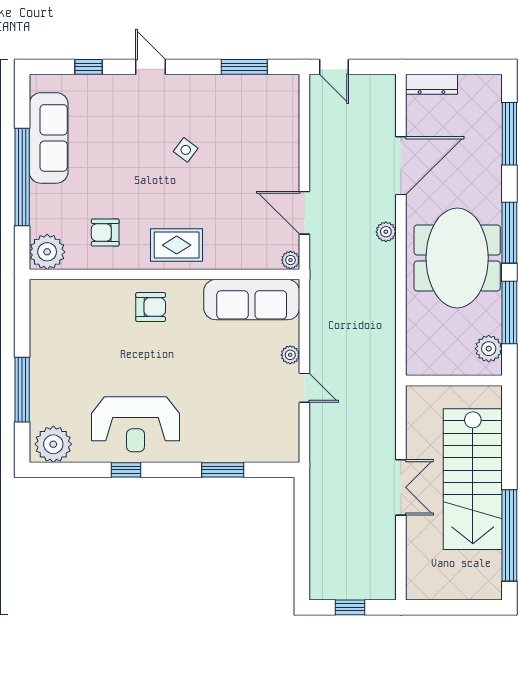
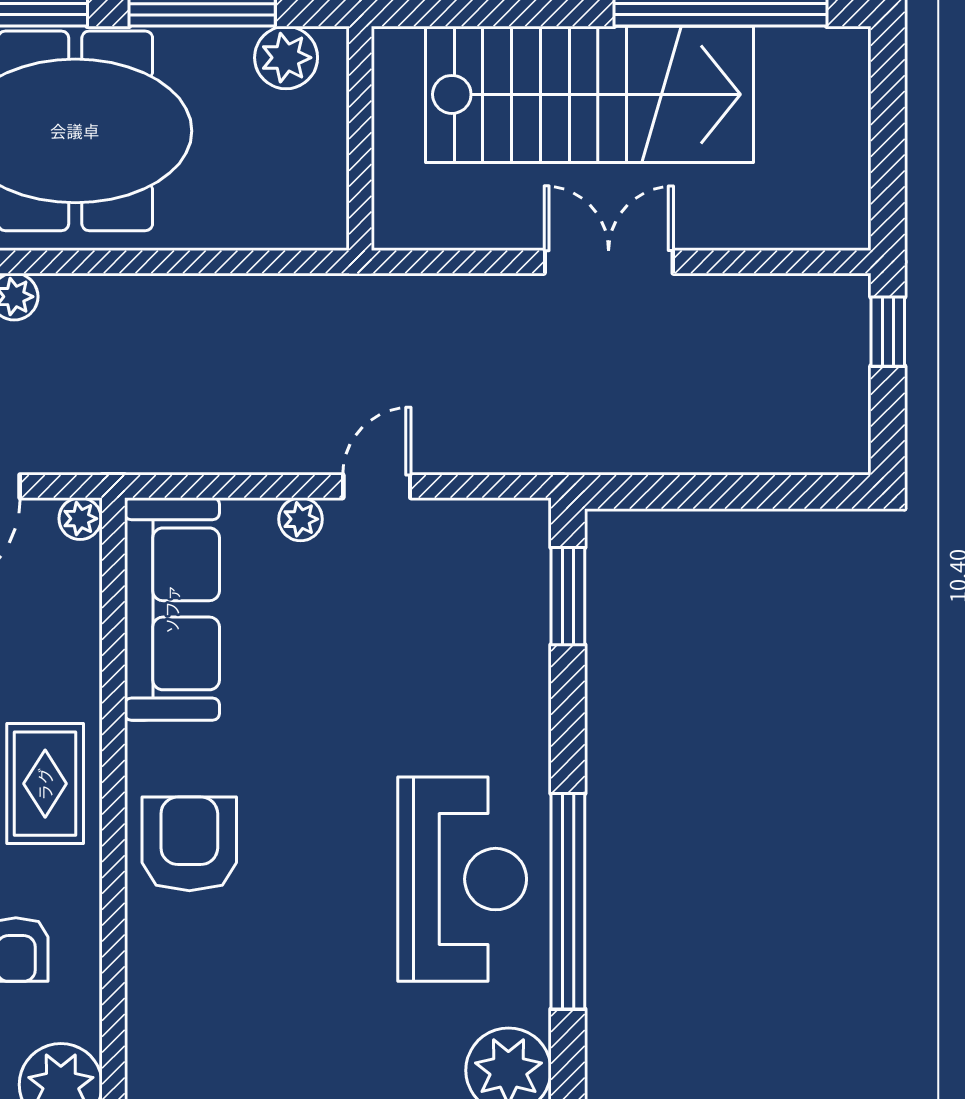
armchair: (151, 307) -> (189, 844), width x1.38, depth x1.38
window: (126, 470) -> (568, 901), width x3.17
window: (223, 470) -> (568, 596), moved
window: (350, 607) -> (888, 332), moved

